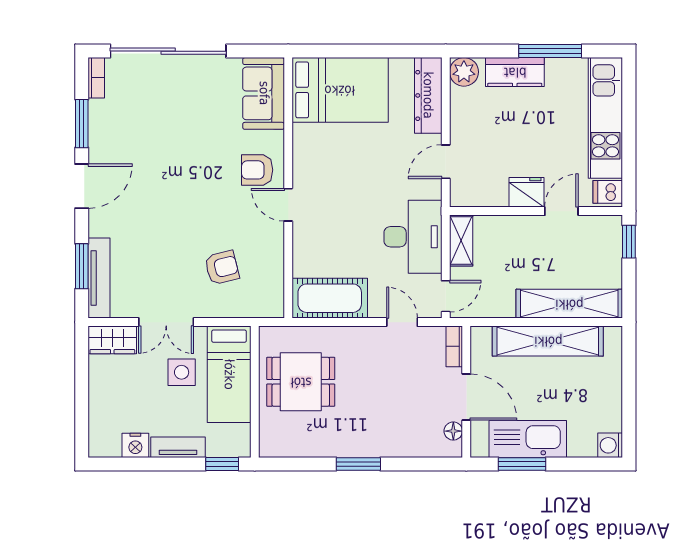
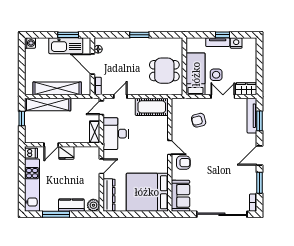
bed: (340, 90) -> (147, 192), width x1.36
window: (629, 242) -> (22, 118), moved
door: (402, 322) -> (120, 97), swing flipped
window: (222, 464) -> (223, 35), moved

